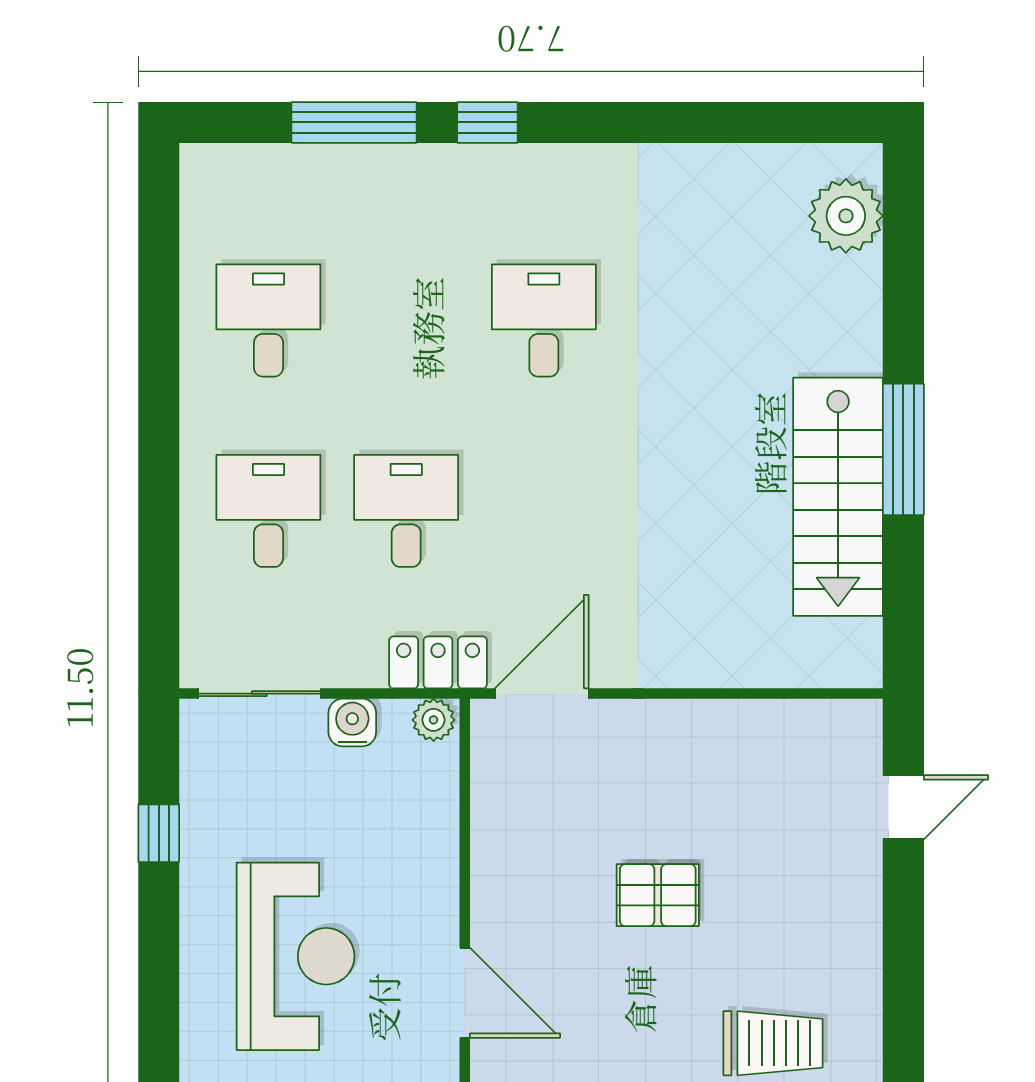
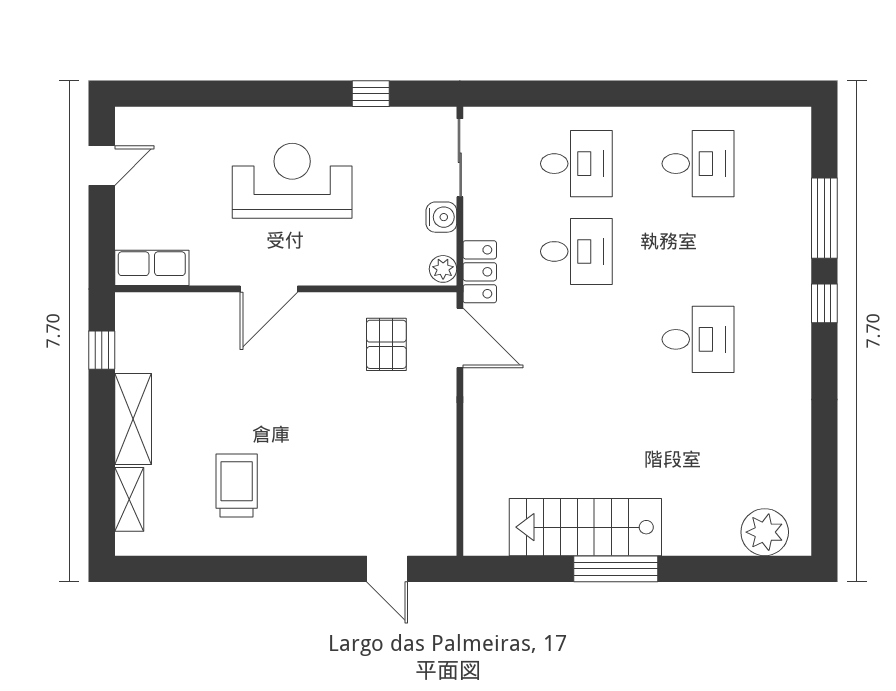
pallet: (658, 895) -> (386, 344), moved
reception desk: (296, 956) -> (292, 181), turned 180
trolley: (773, 1043) -> (237, 486), turned 180

